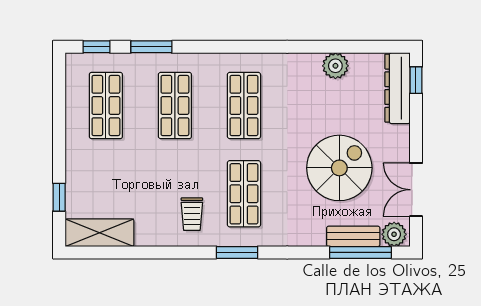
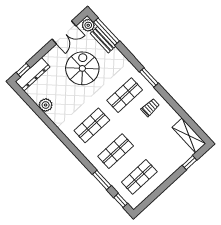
spiral stairs: (339, 168) -> (82, 68), turned 90

